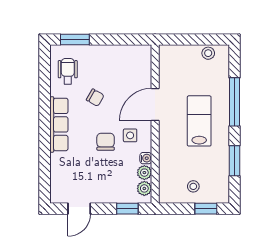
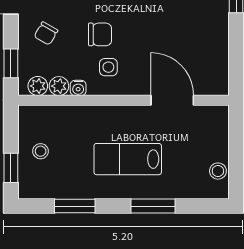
chair: (95, 98) -> (46, 33), moved
window: (234, 102) -> (153, 206), width x0.69
door: (155, 104) -> (172, 100), moved
lab bench: (199, 121) -> (128, 159), turned 180

